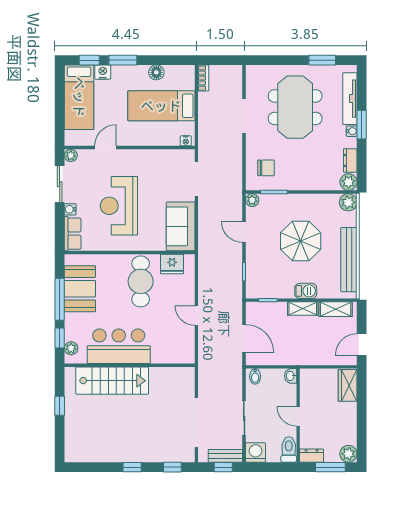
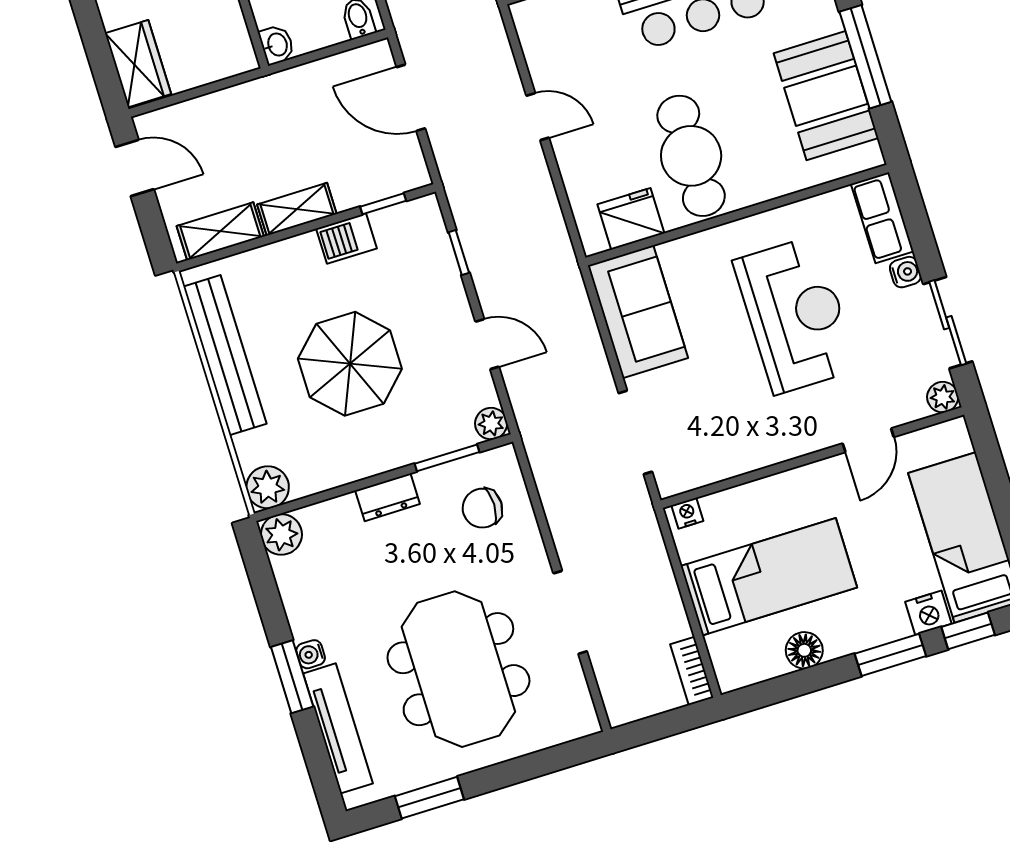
dresser: (350, 160) -> (388, 497), moved, turned 90
barbecue: (306, 291) -> (347, 239), moved
door: (362, 345) -> (135, 168), hinge flipped

